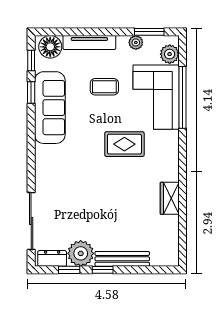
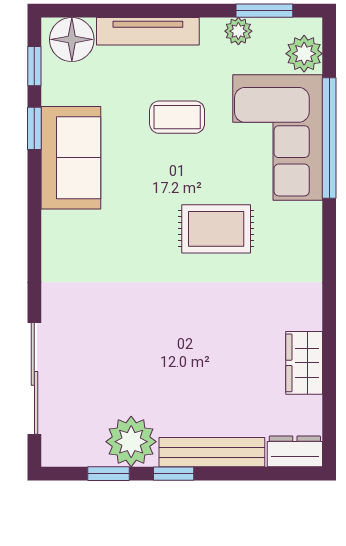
sofa: (50, 108) -> (71, 158), width x0.73
wardrobe: (170, 198) -> (304, 363), moved
dresser: (52, 258) -> (295, 451), moved

